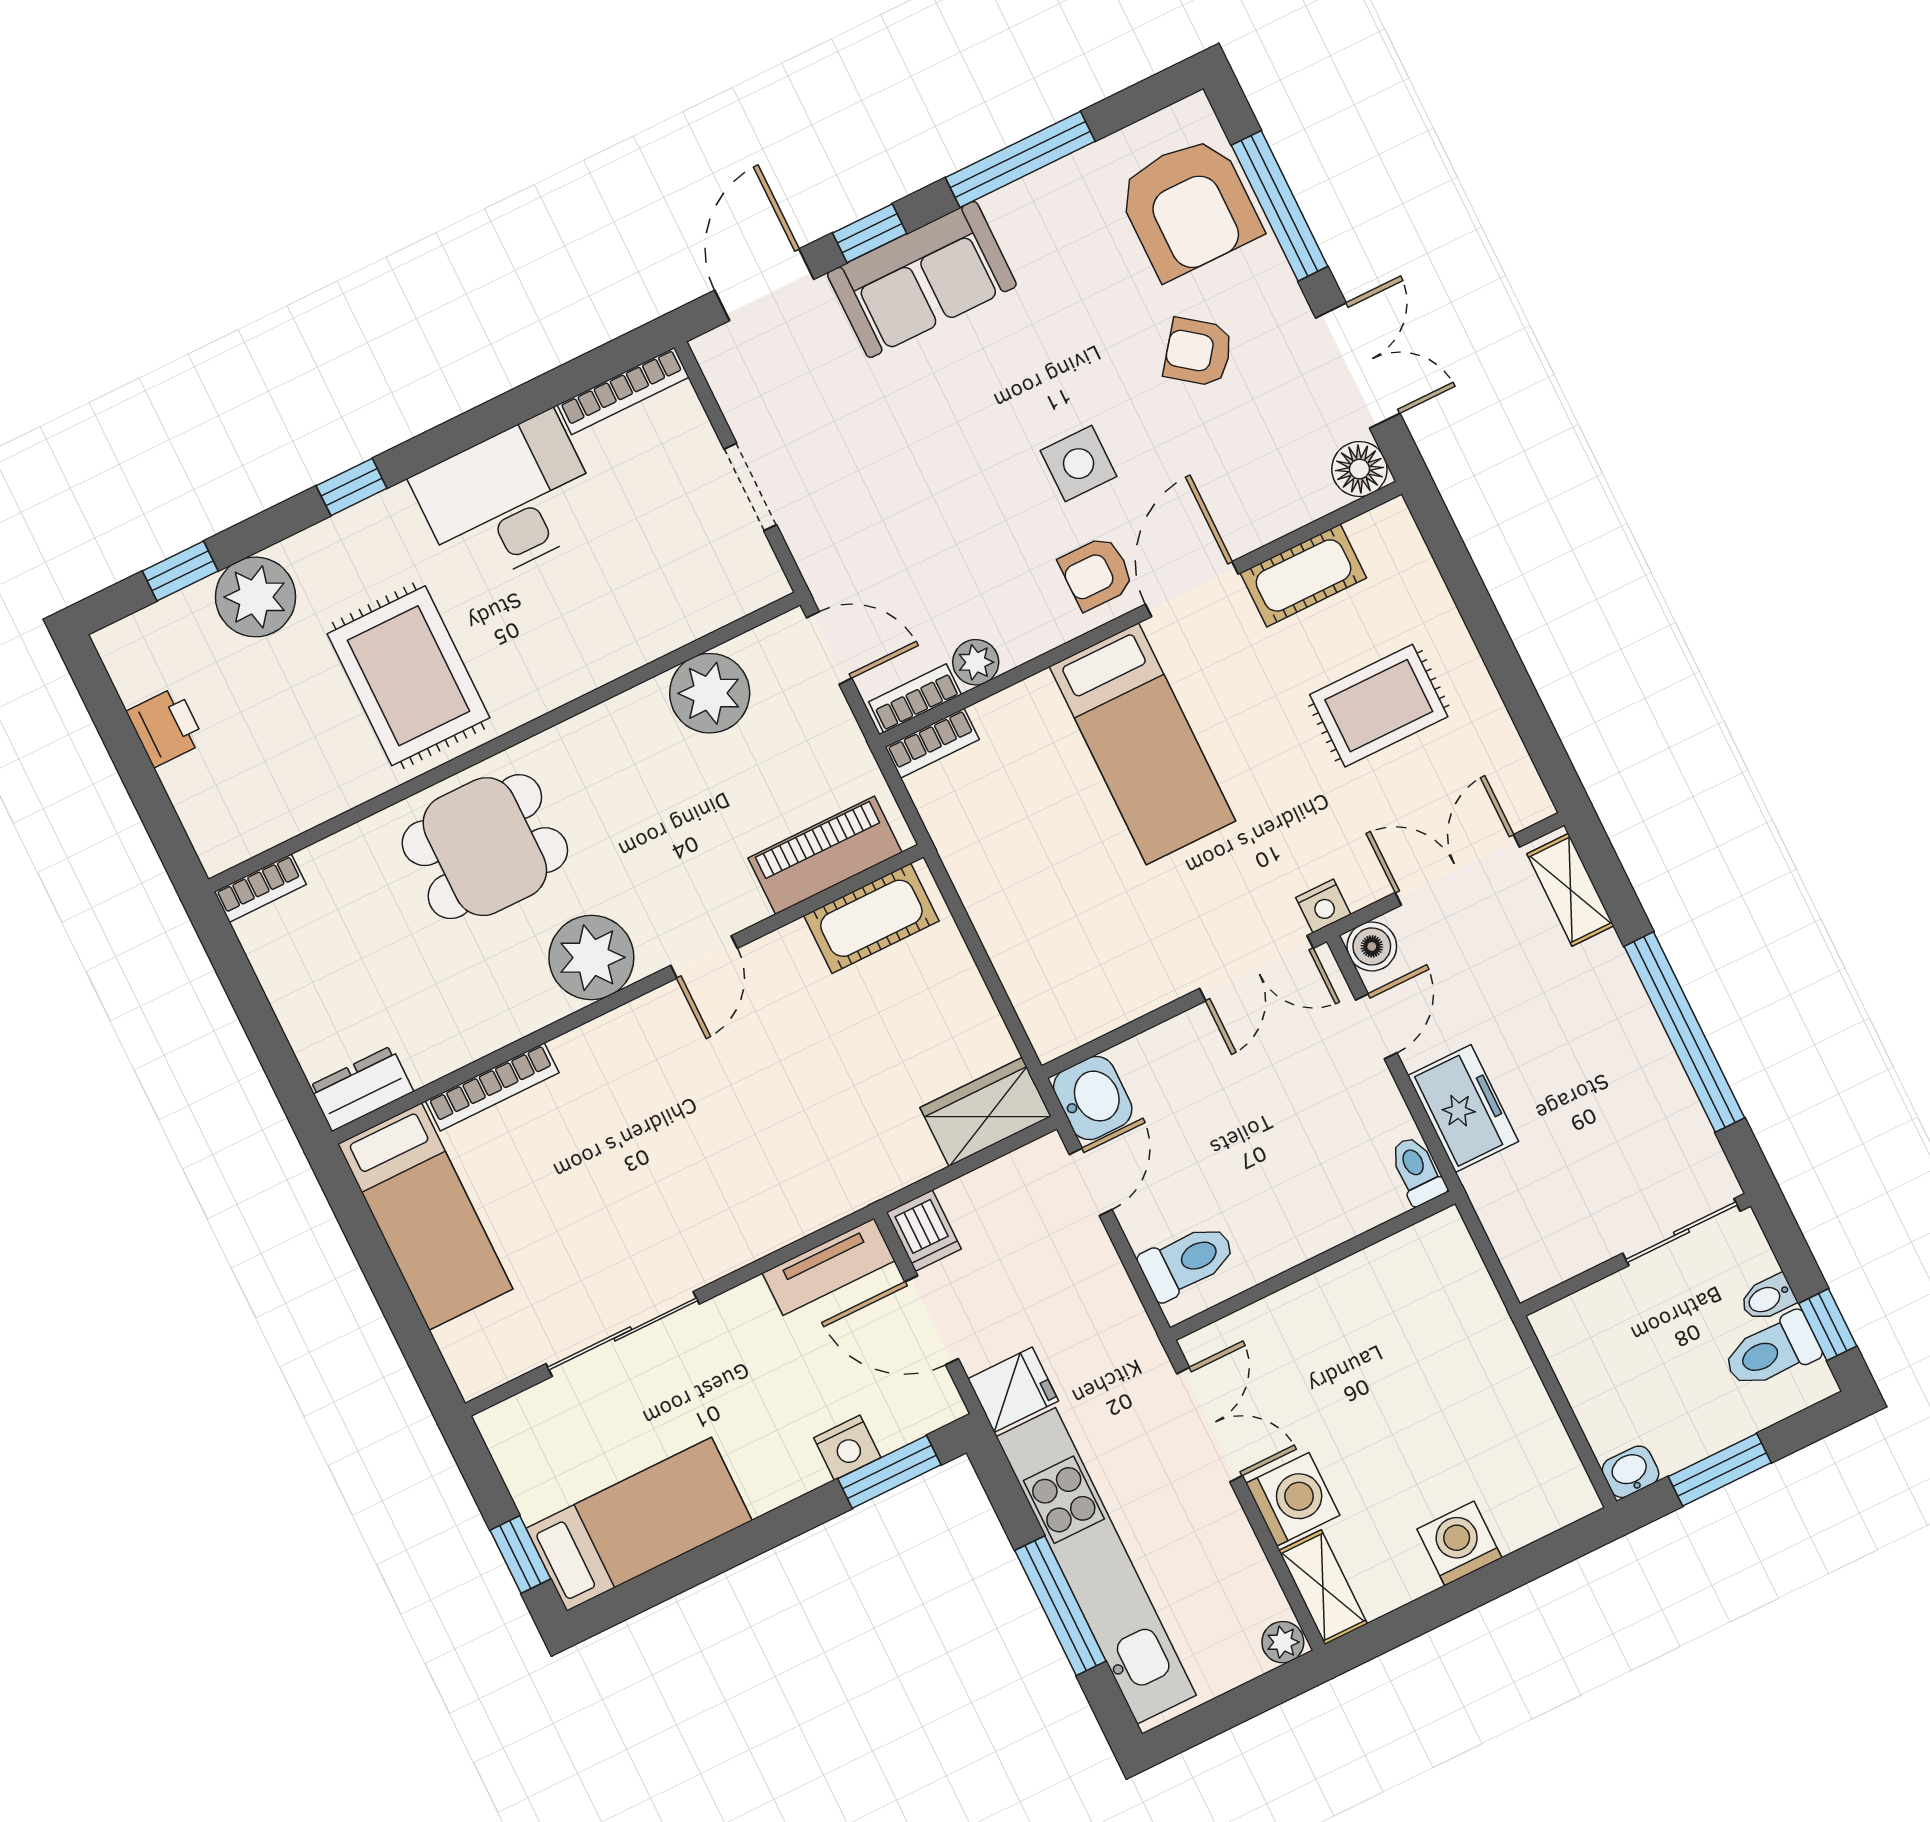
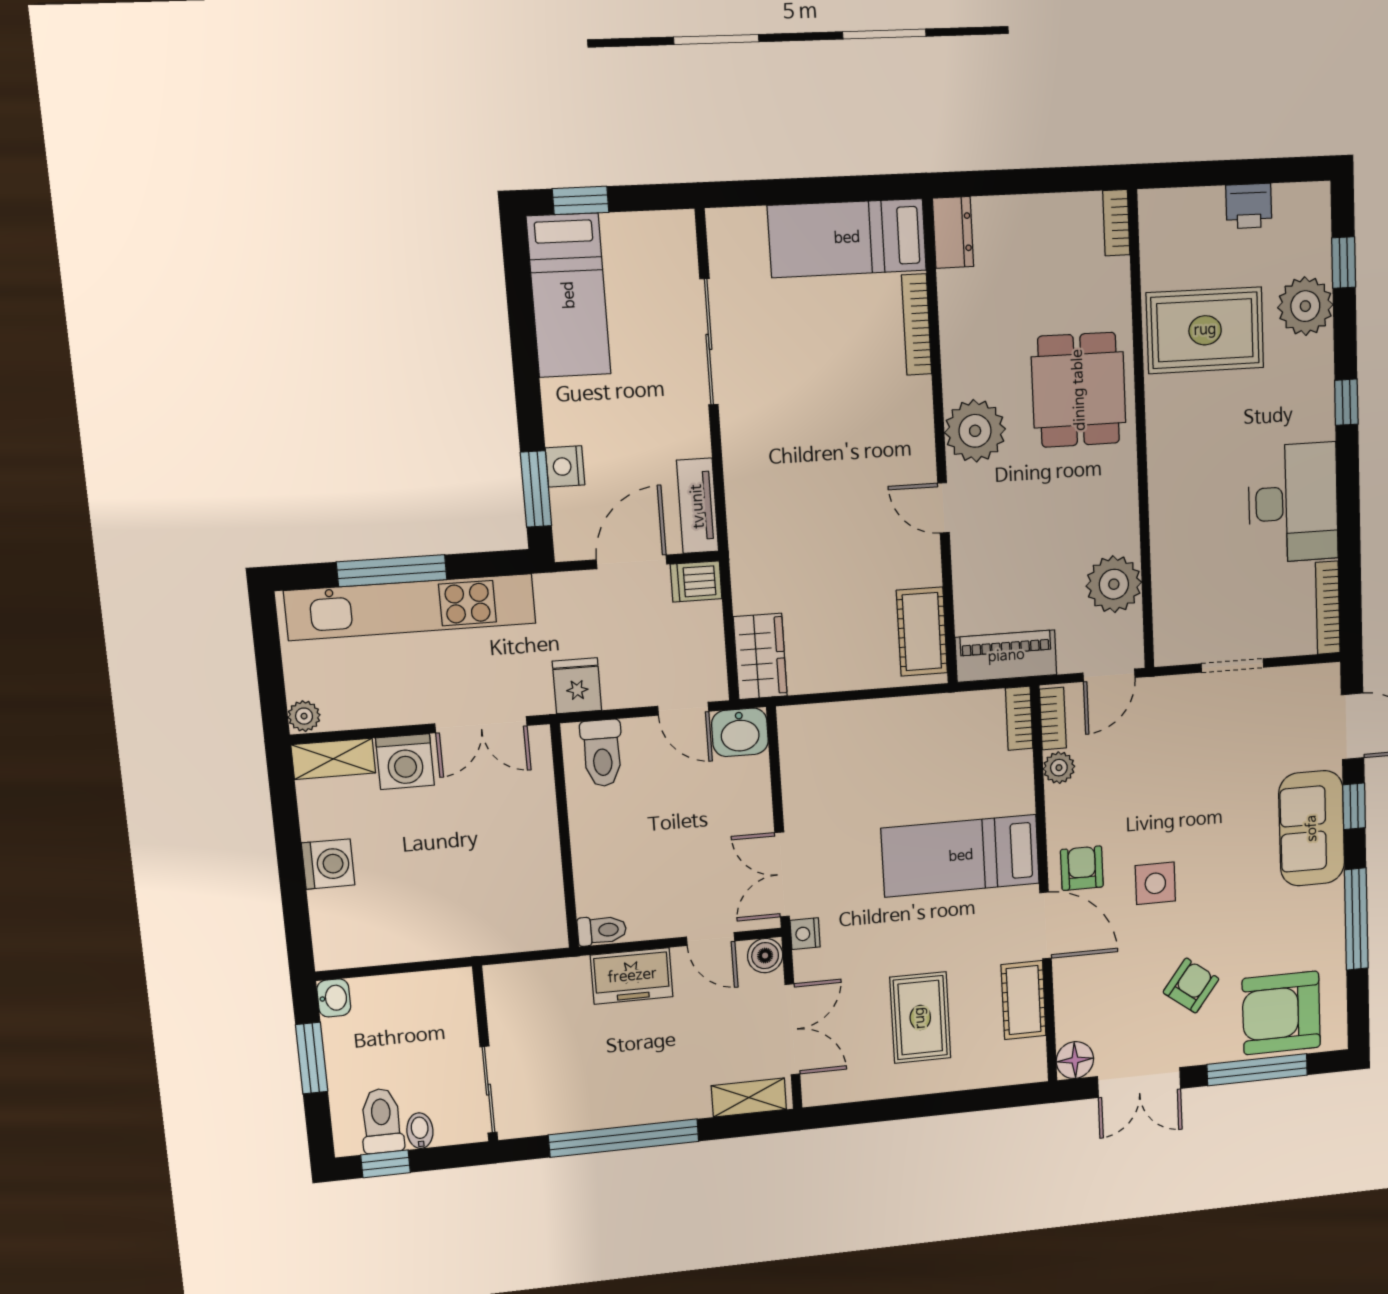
rug: (409, 676) -> (1205, 330), moved
piano: (825, 855) -> (1006, 656), moved, turned -90
fridge: (1013, 1390) -> (577, 686), moved, turned 180

